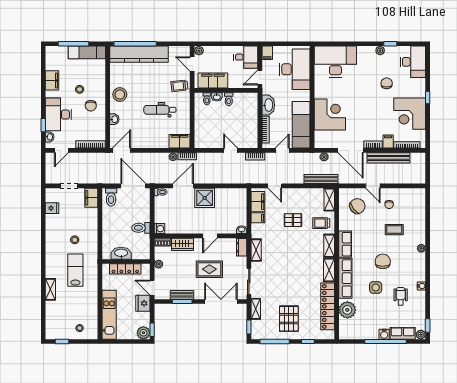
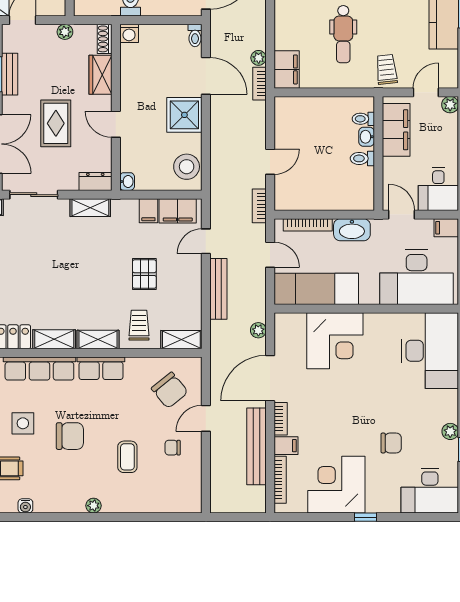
dental chair: (160, 110) -> (343, 34), turned 180
bench: (321, 179) -> (218, 289), moved
stool: (233, 197) -> (187, 167), added

